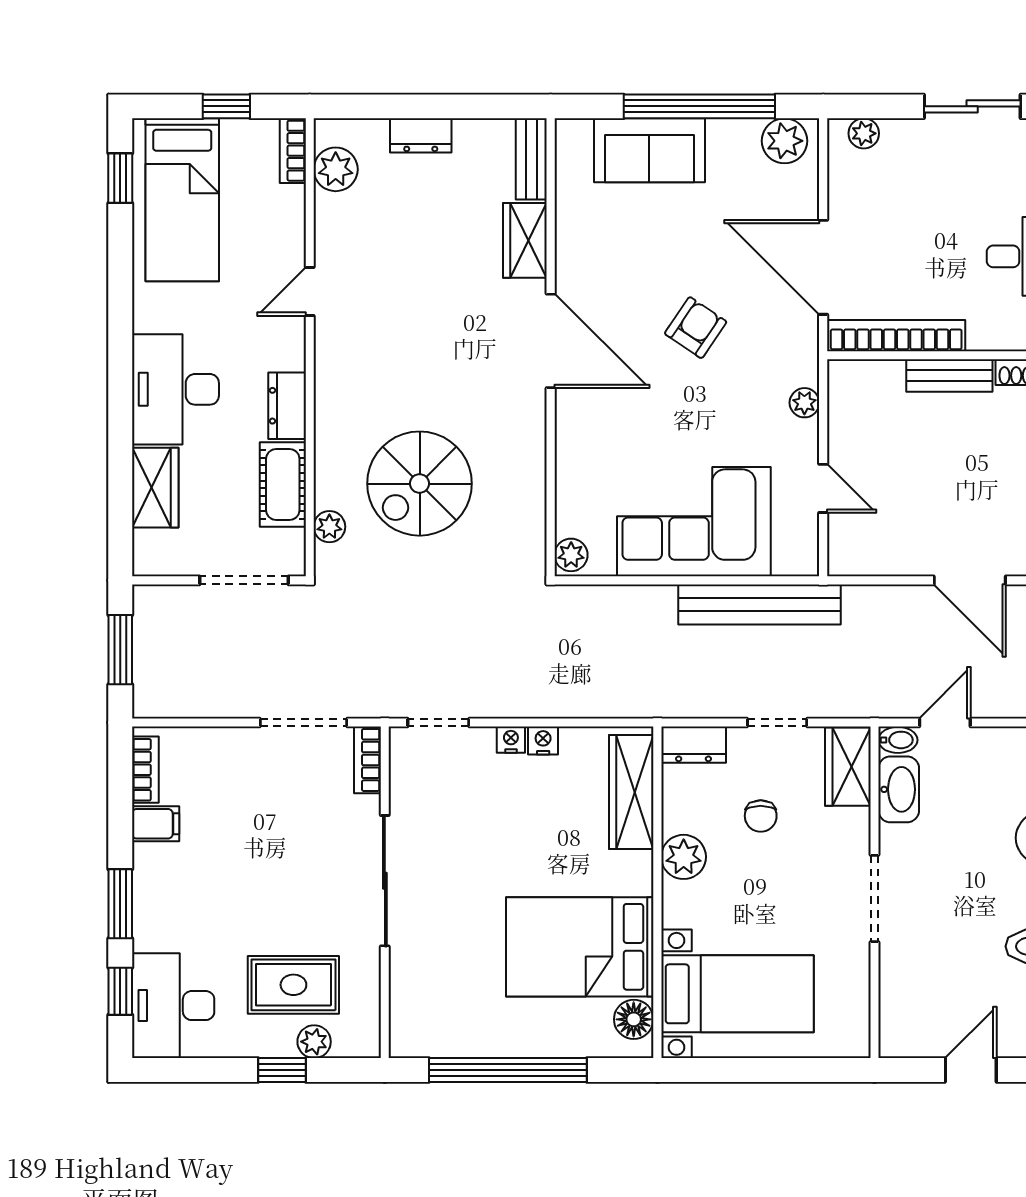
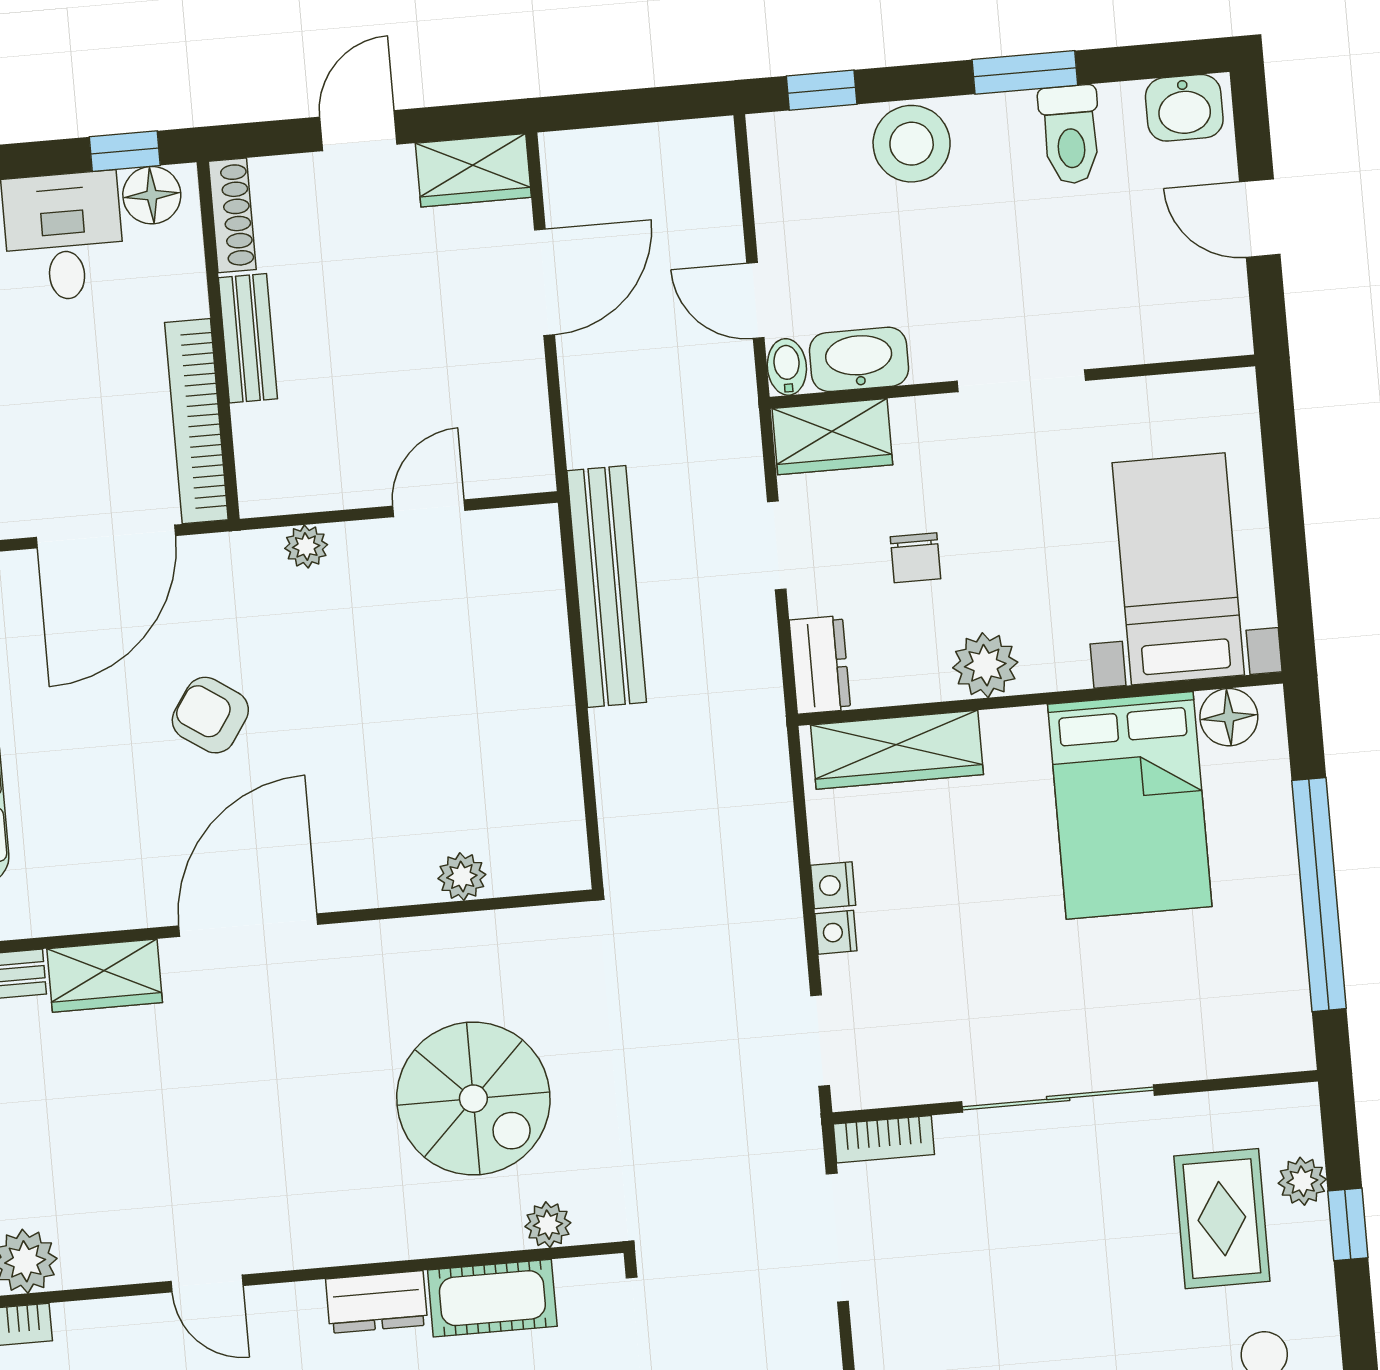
corner sofa: (694, 522) -> (494, 693), removed
plant: (571, 555) -> (462, 876), moved
chair: (761, 816) -> (915, 558), turned 90

